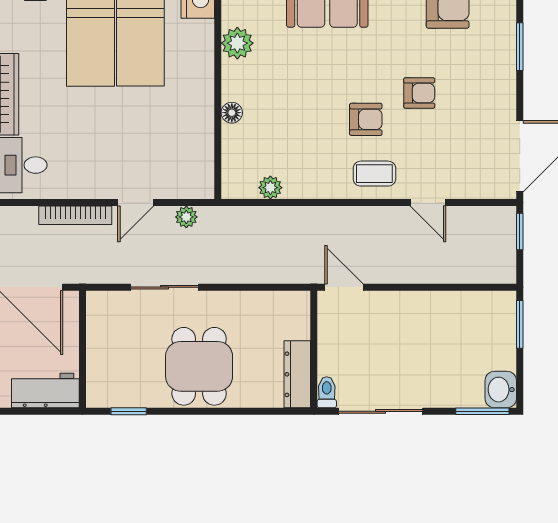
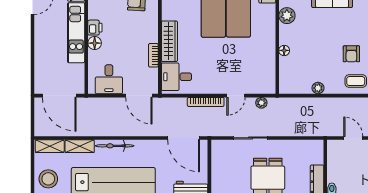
armchair: (366, 119) -> (351, 54), turned 90
plant: (270, 188) -> (318, 88), moved
door: (344, 287) -> (353, 138), moved

